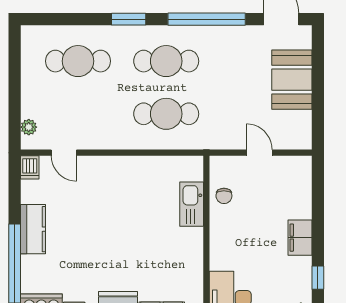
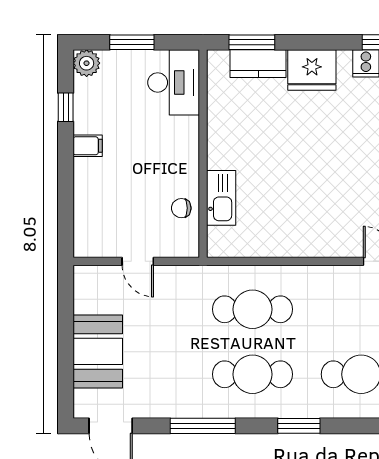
window: (207, 19) -> (203, 426), width x0.68
chair: (224, 196) -> (181, 208), turned -90
filing cabinet: (300, 238) -> (88, 146), width x0.50

